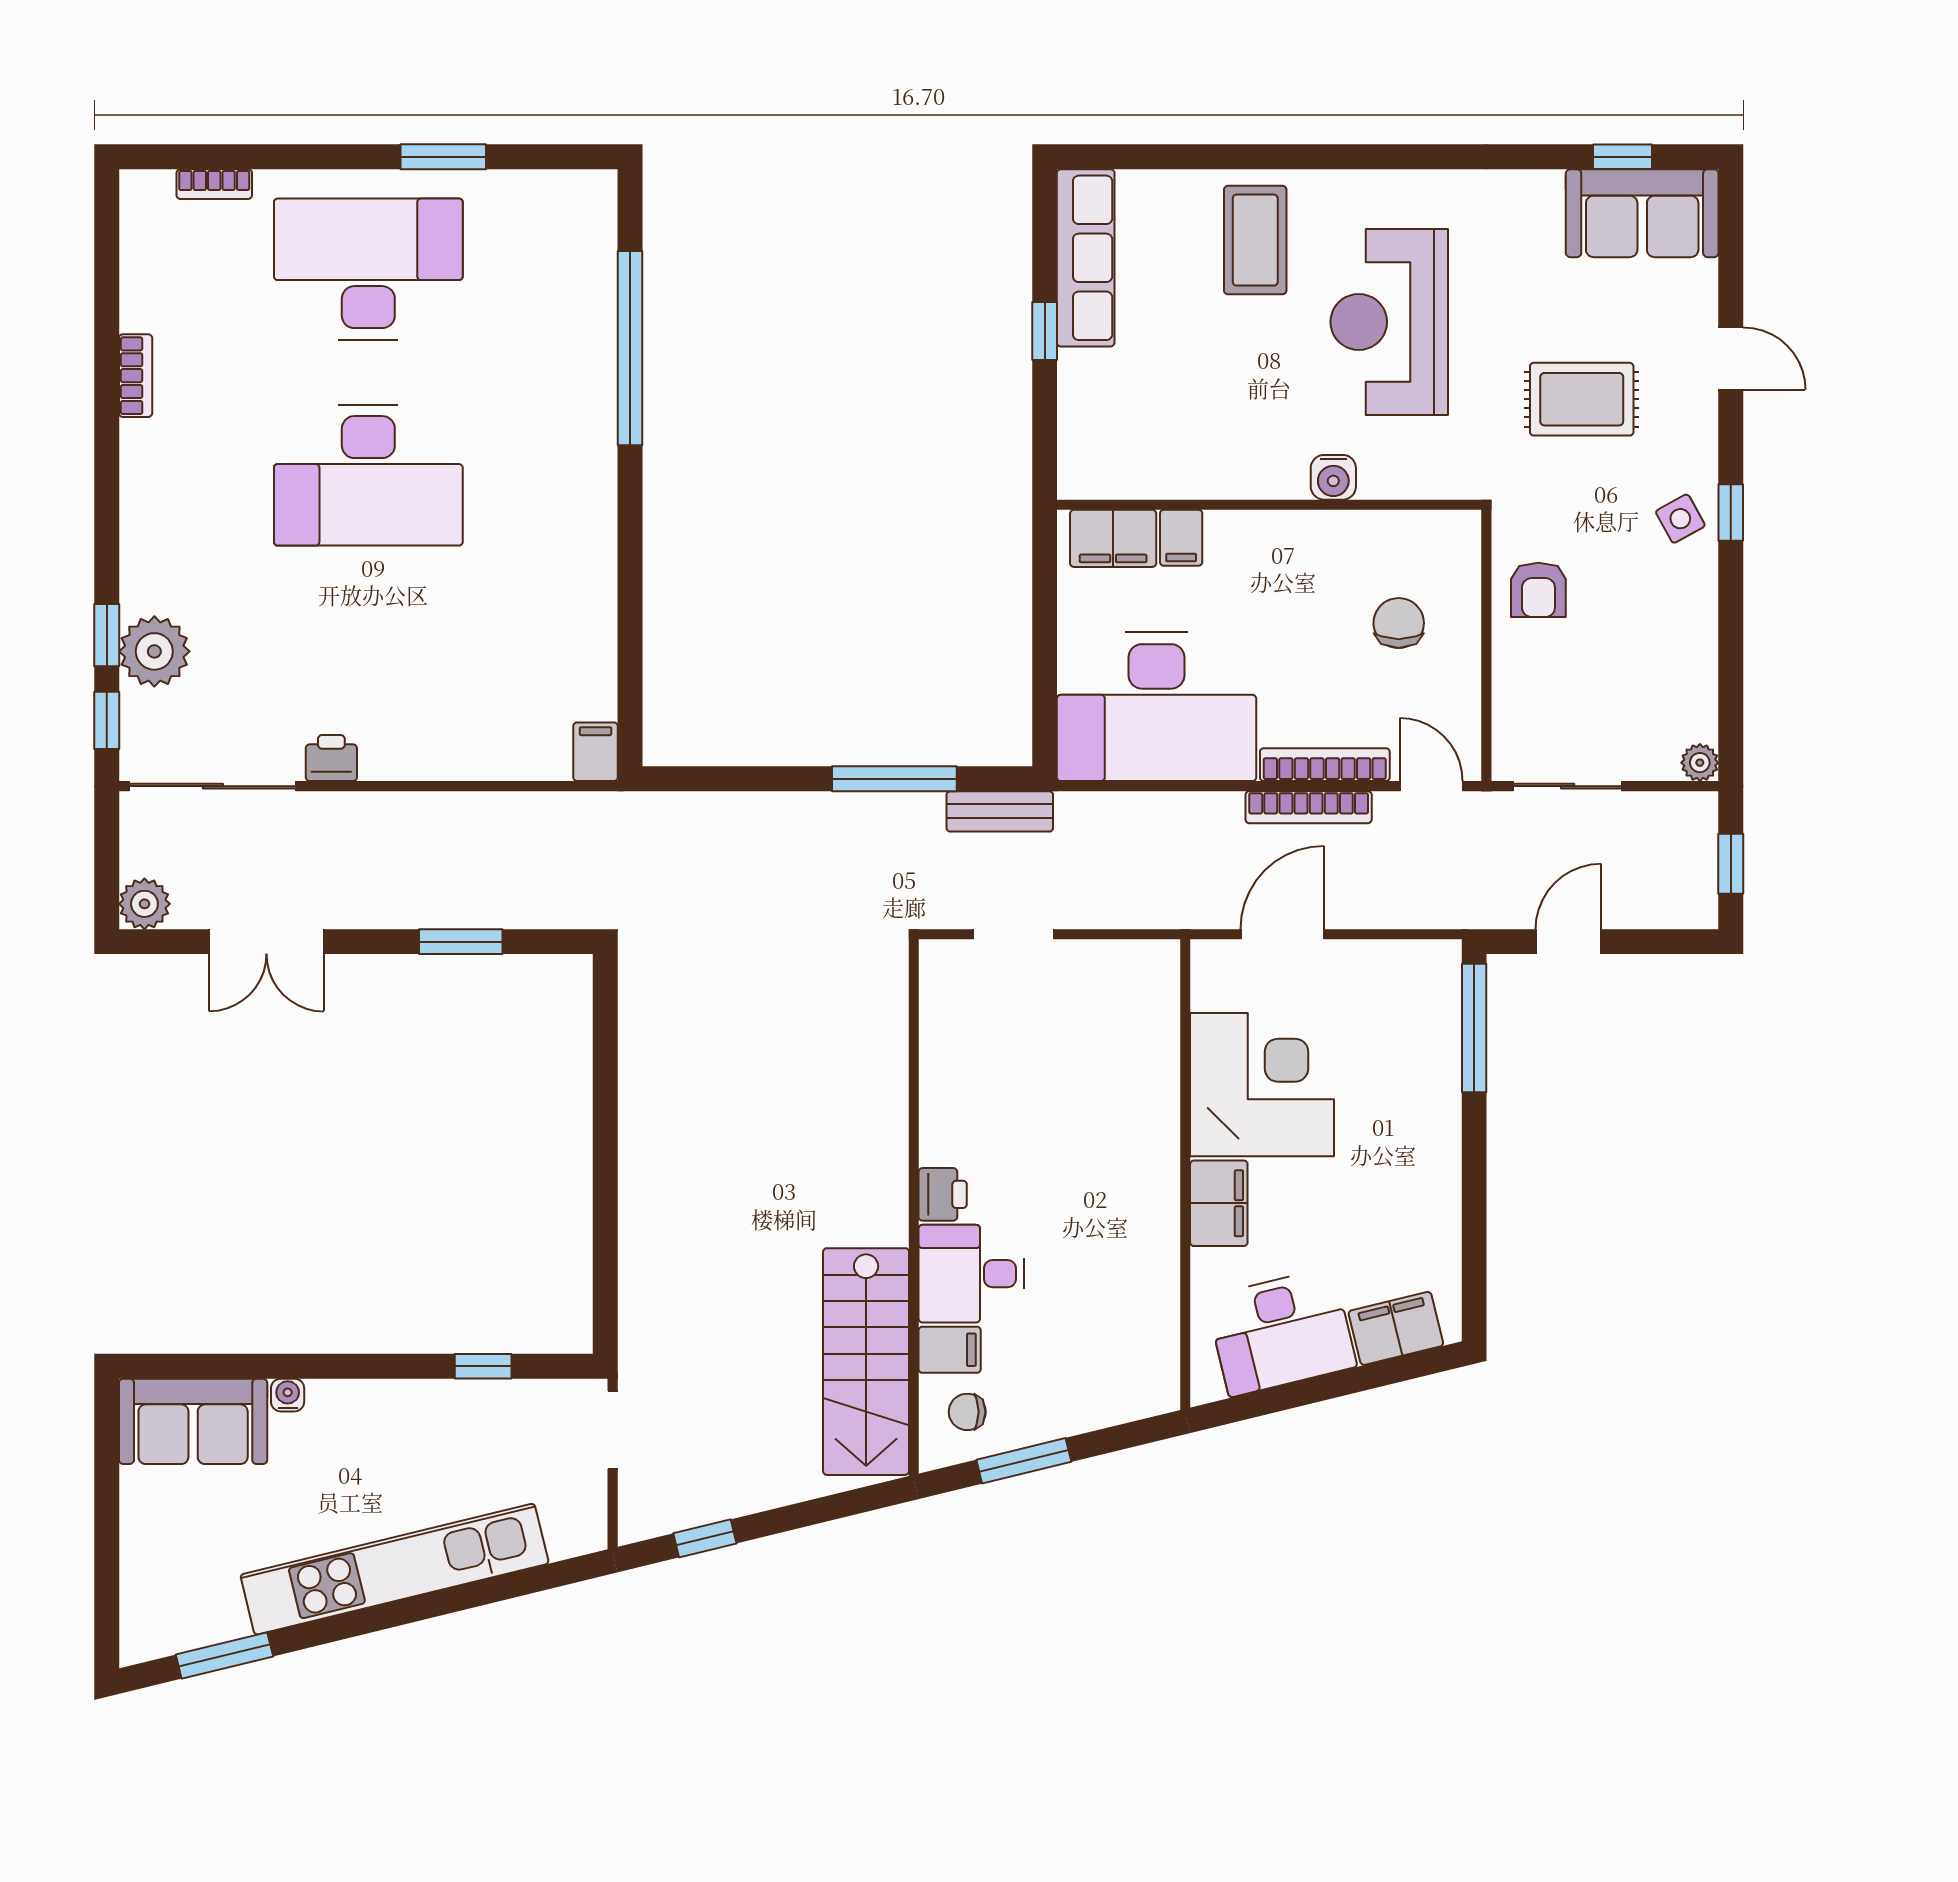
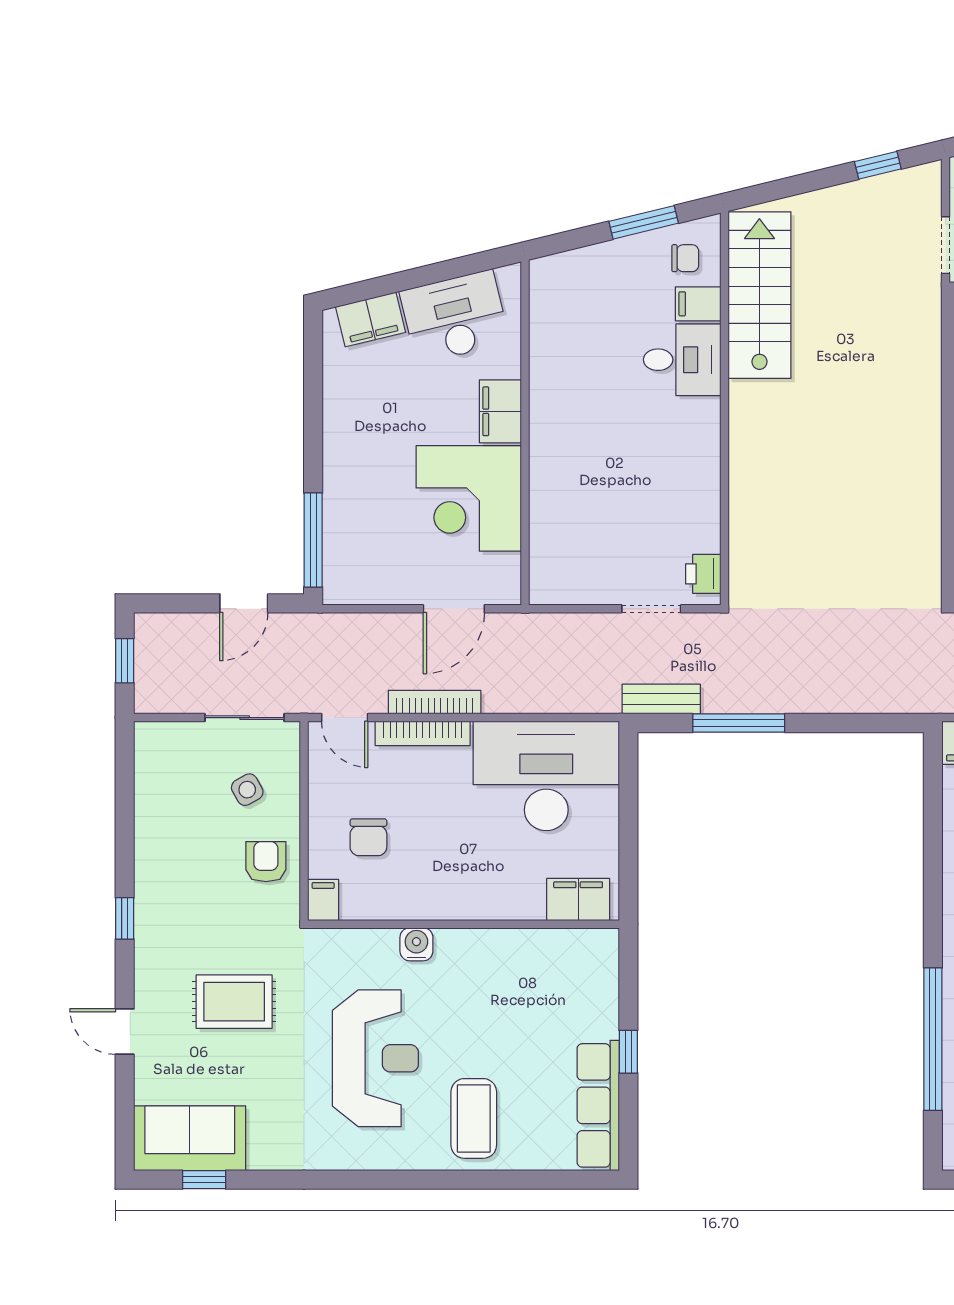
side table: (1680, 519) -> (247, 790), moved
filing cabinet: (1181, 538) -> (323, 900), moved
plant: (1700, 763) -> (147, 735), removed
printer: (943, 1194) -> (703, 574), moved

